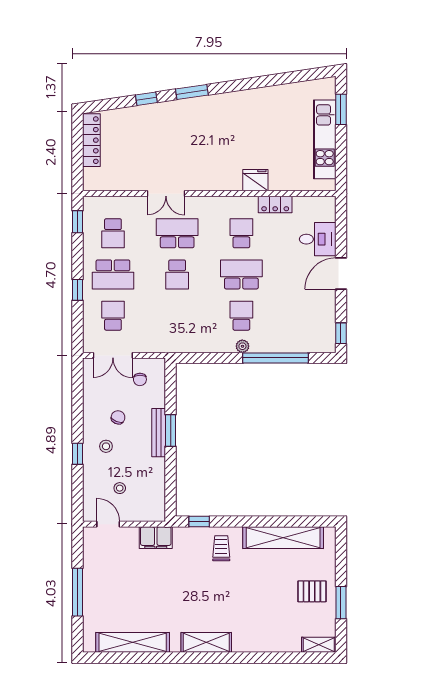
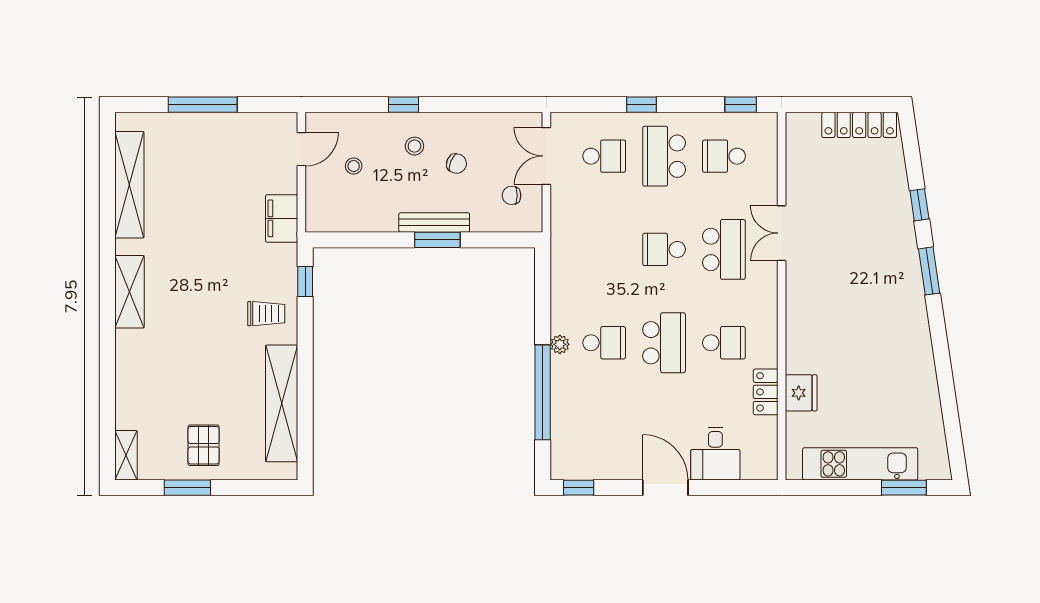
fridge: (255, 180) -> (801, 393), moved

